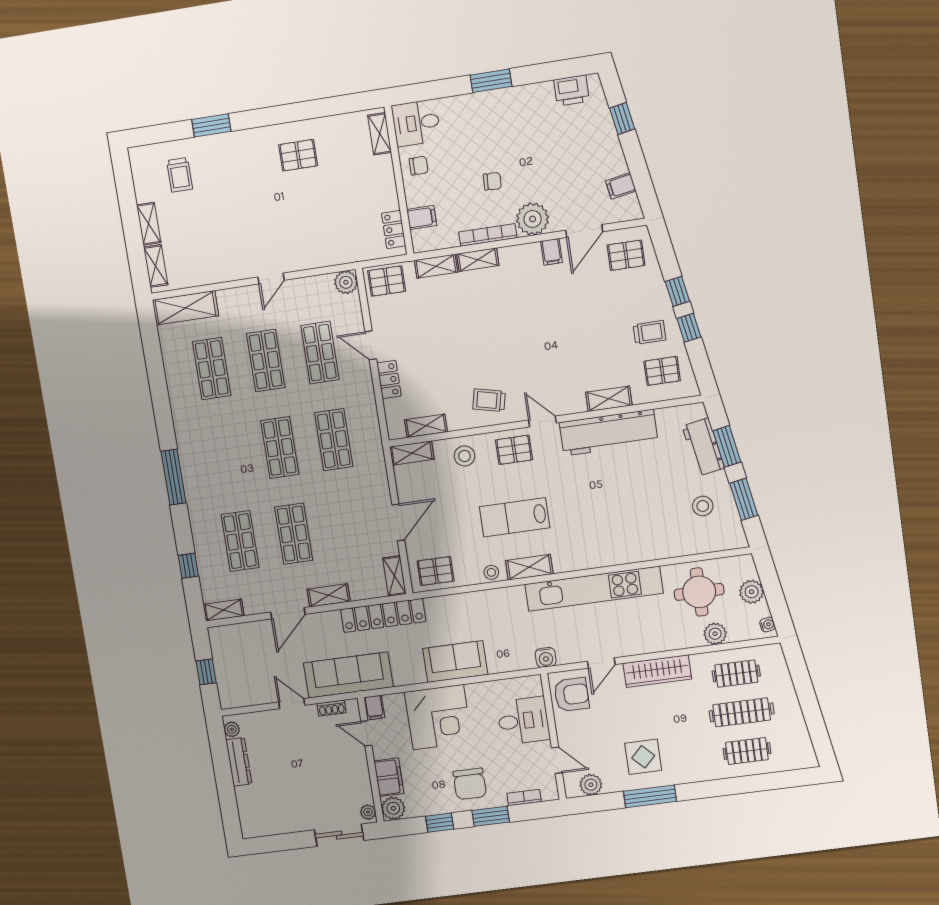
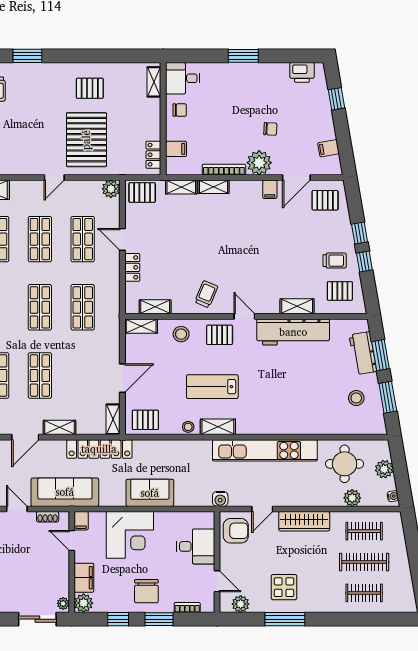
chair: (492, 181) -> (270, 129), moved
pallet: (304, 223) -> (86, 140), added
trolley: (489, 400) -> (206, 294), turned 100

